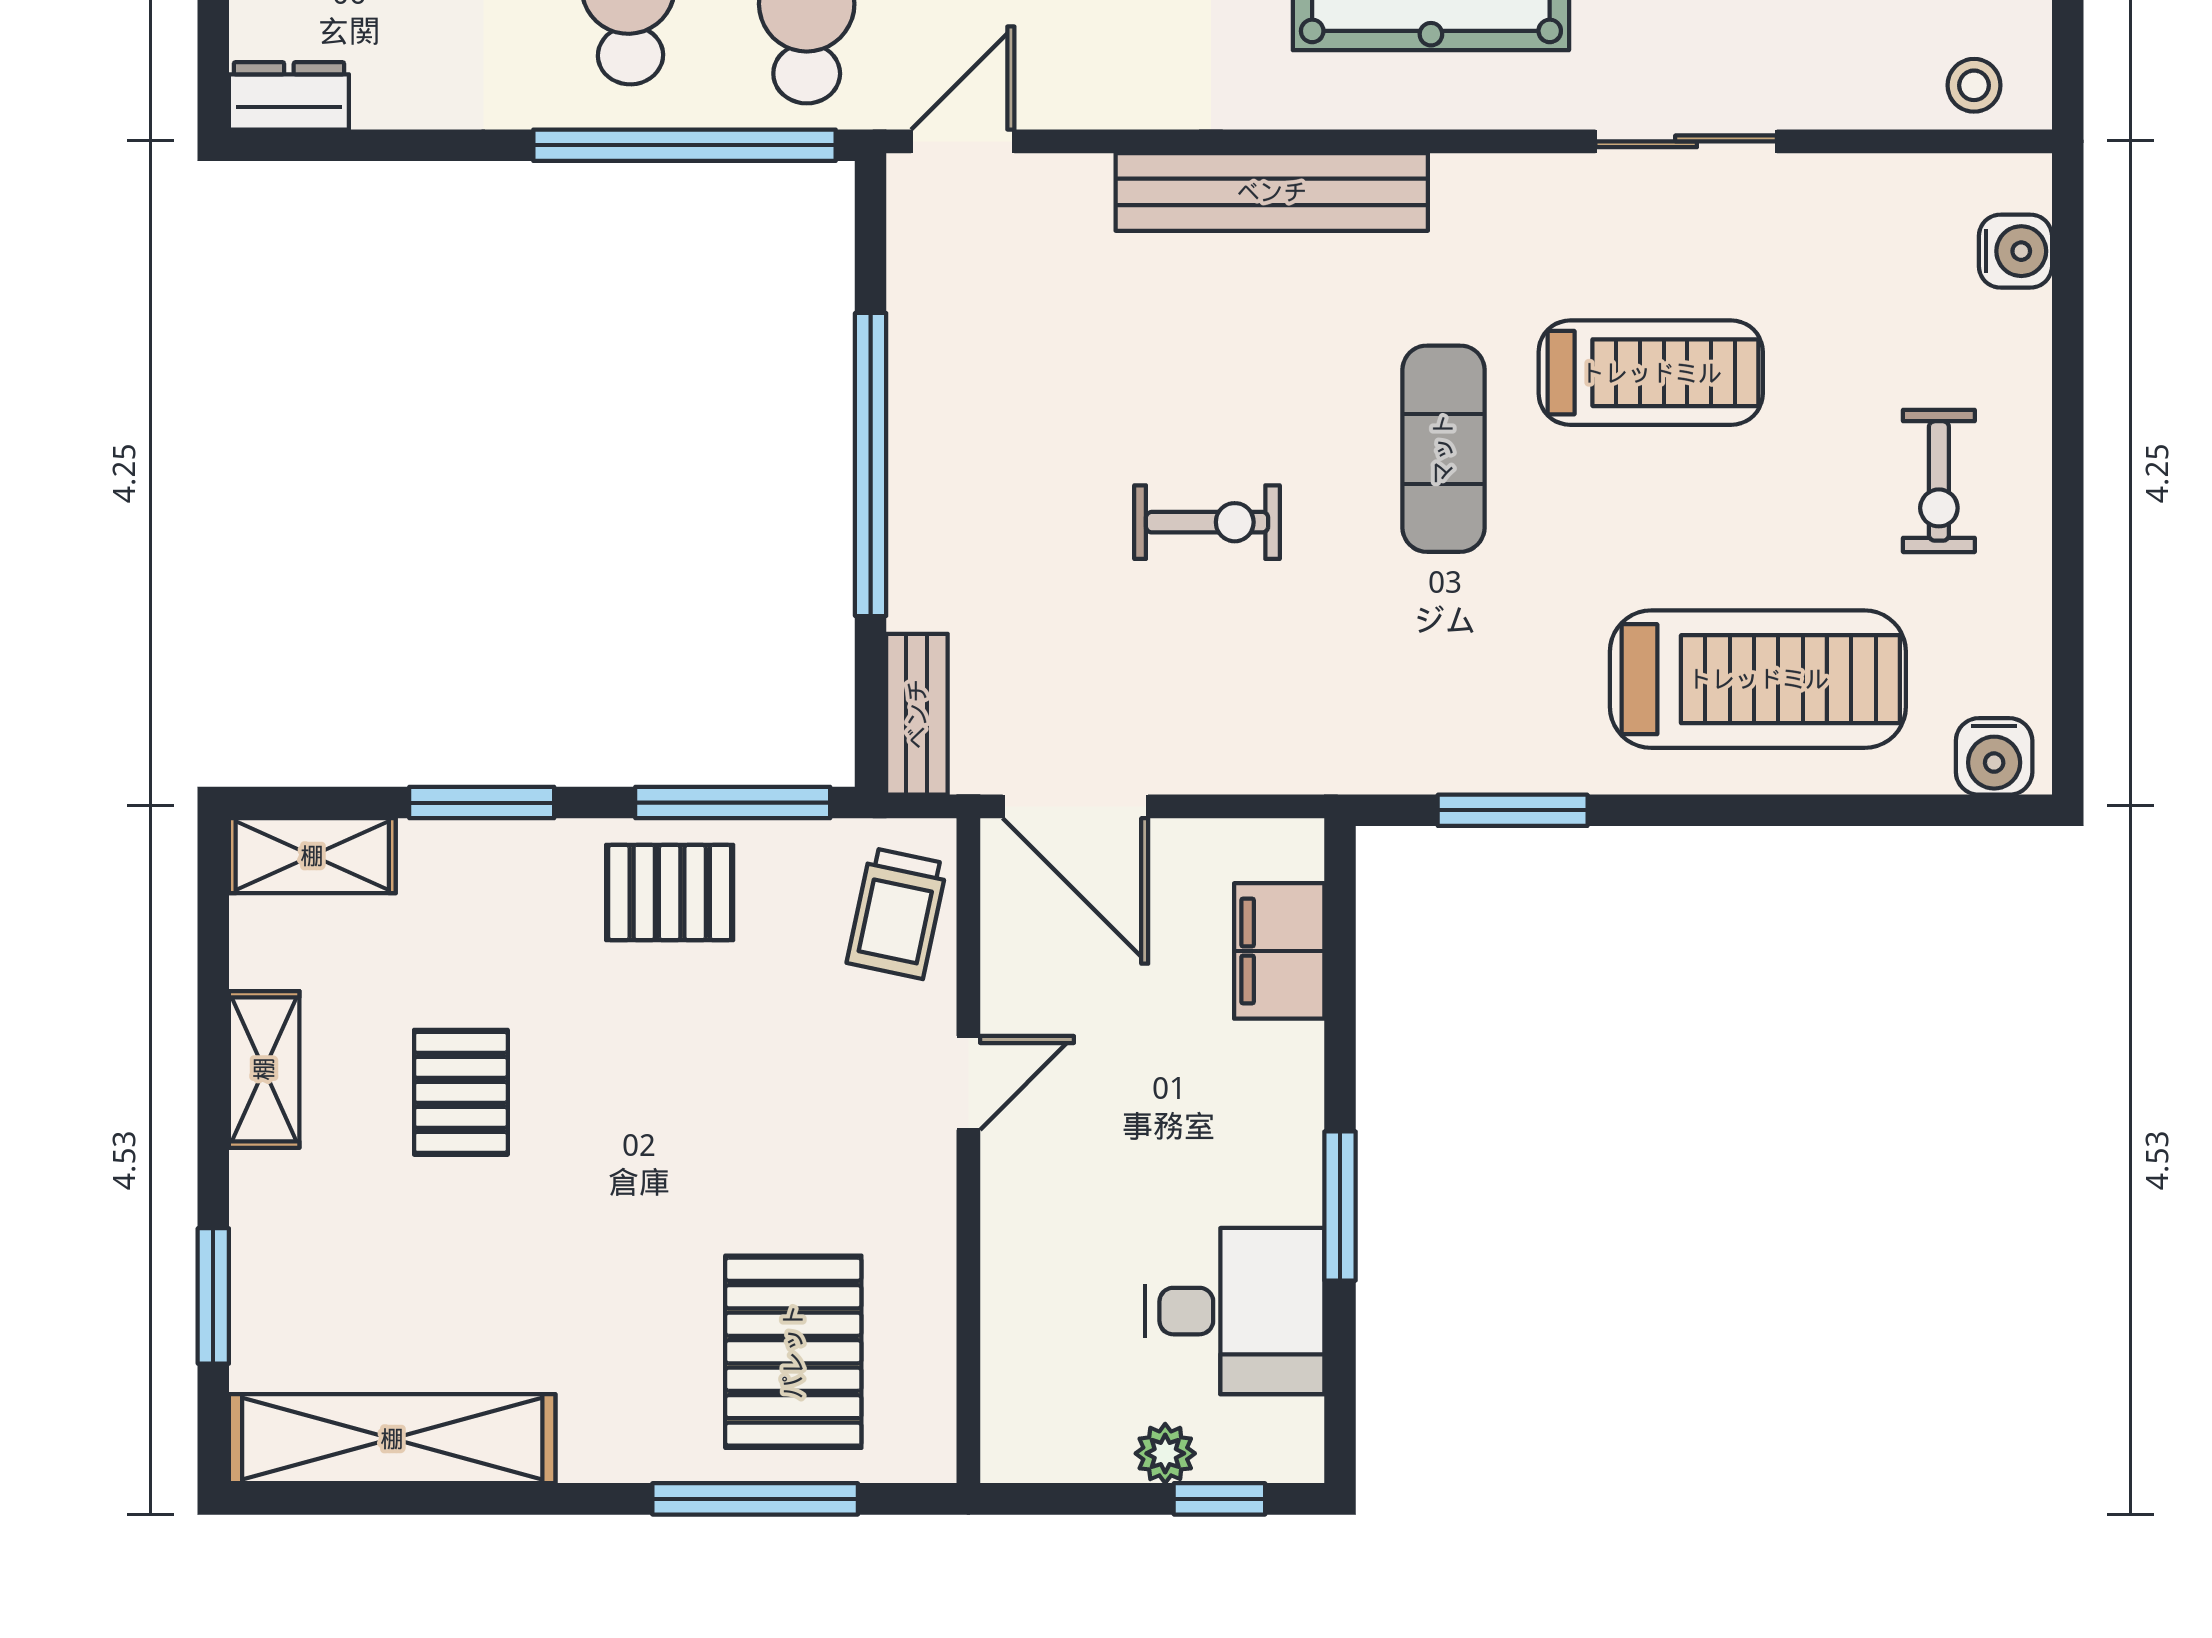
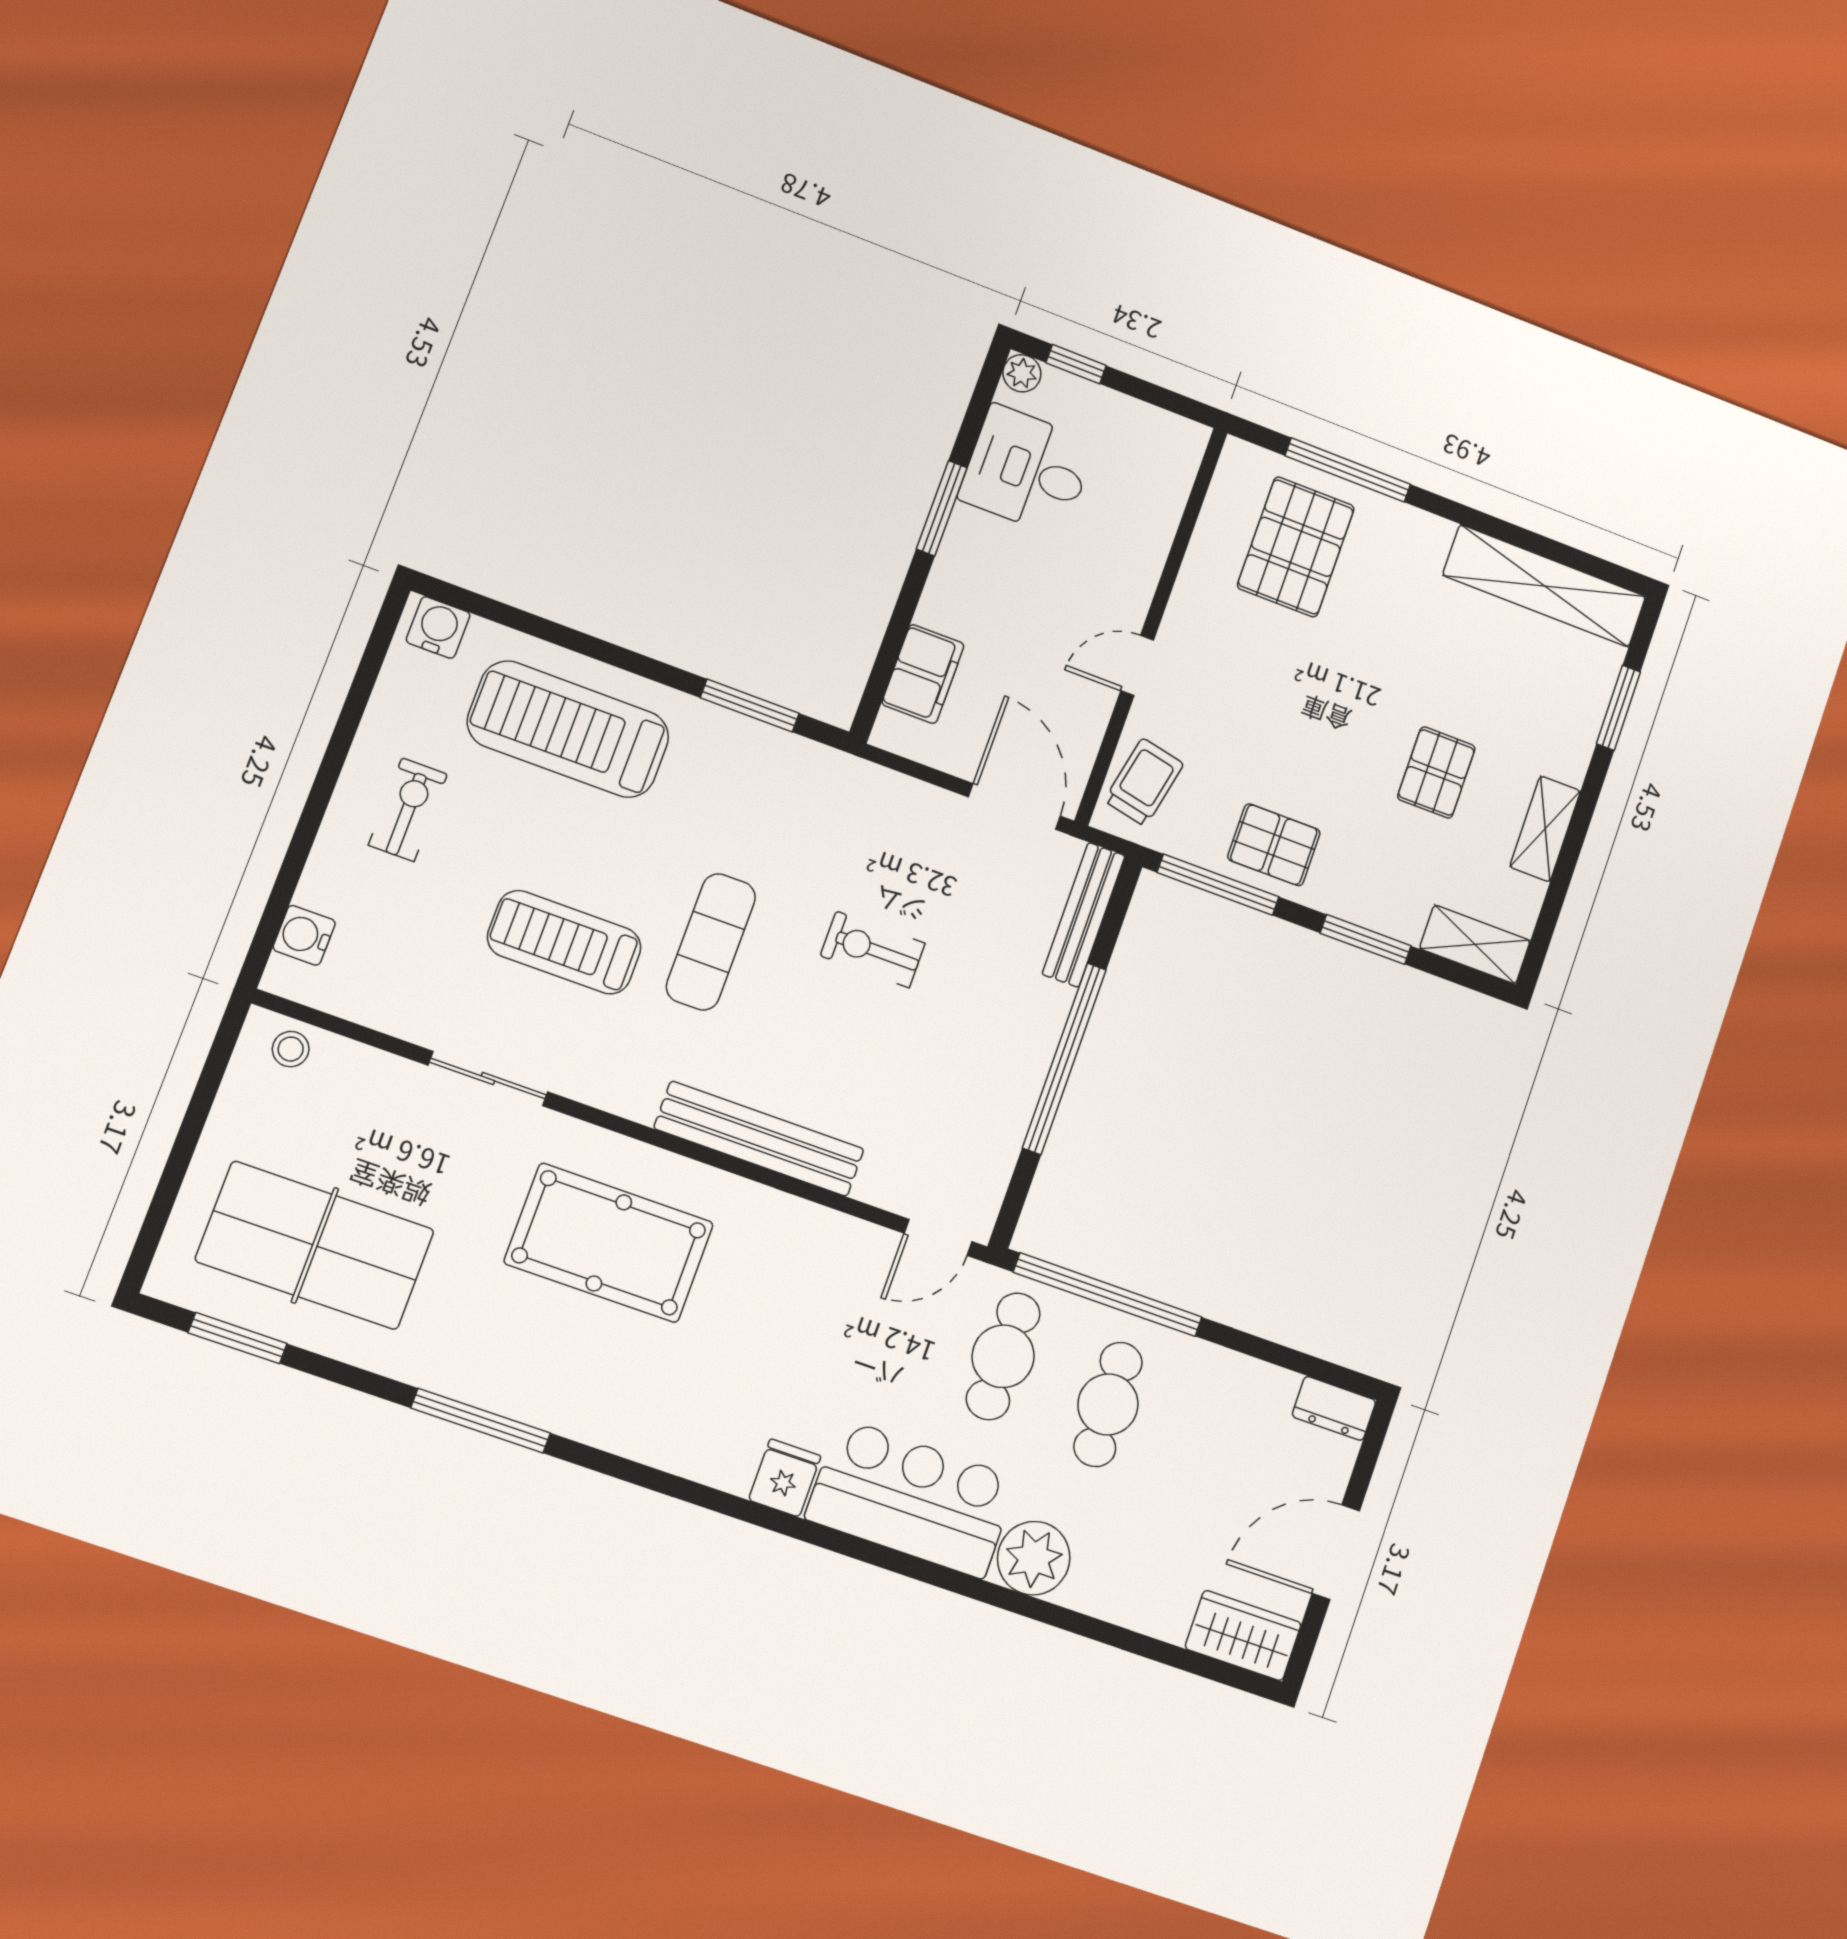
bench: (917, 714) -> (1084, 915), width x1.36
plant: (1165, 1453) -> (1022, 373), moved

